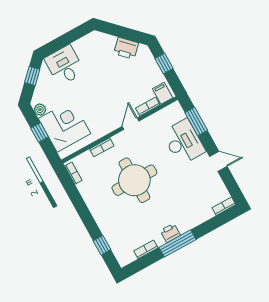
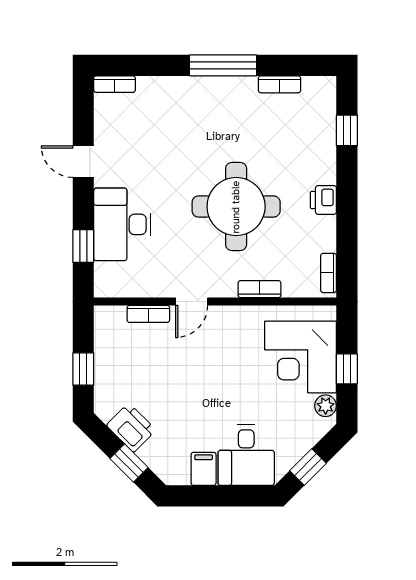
window: (118, 31) -> (129, 463), added
filing cabinet: (163, 93) -> (204, 469), moved, turned 180
window: (196, 122) -> (83, 246), width x0.67
printer: (170, 233) -> (323, 200), moved, turned 90

